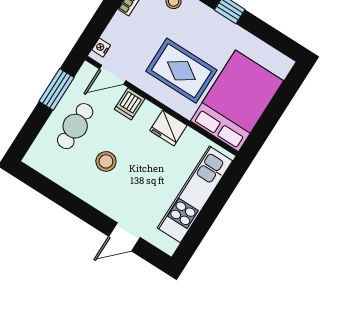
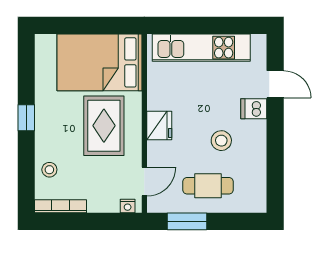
door: (113, 75) -> (144, 182), hinge flipped
dishwasher: (130, 104) -> (254, 109), moved, turned 180
fridge: (168, 128) -> (159, 125), moved

